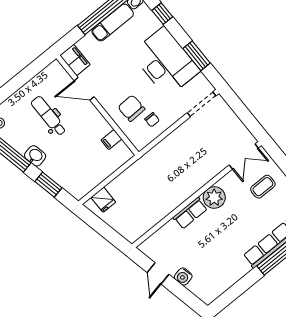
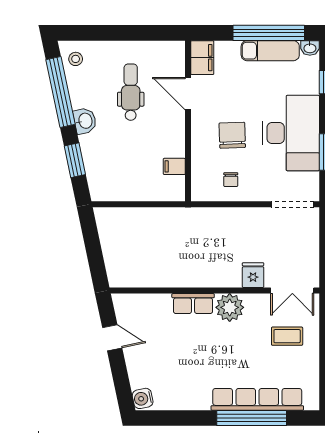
chair: (131, 108) -> (232, 135), moved
fridge: (103, 200) -> (253, 275), moved, turned 180
door: (158, 273) -> (112, 338), swing flipped
water cooler: (183, 277) -> (143, 398), moved

